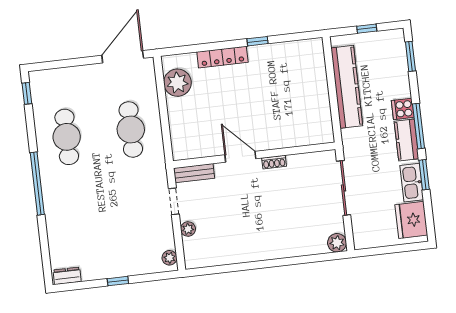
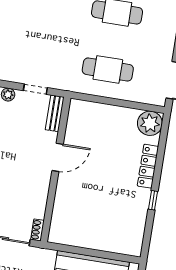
plant: (177, 83) -> (150, 123), moved
shoe rack: (274, 162) -> (37, 230), moved

